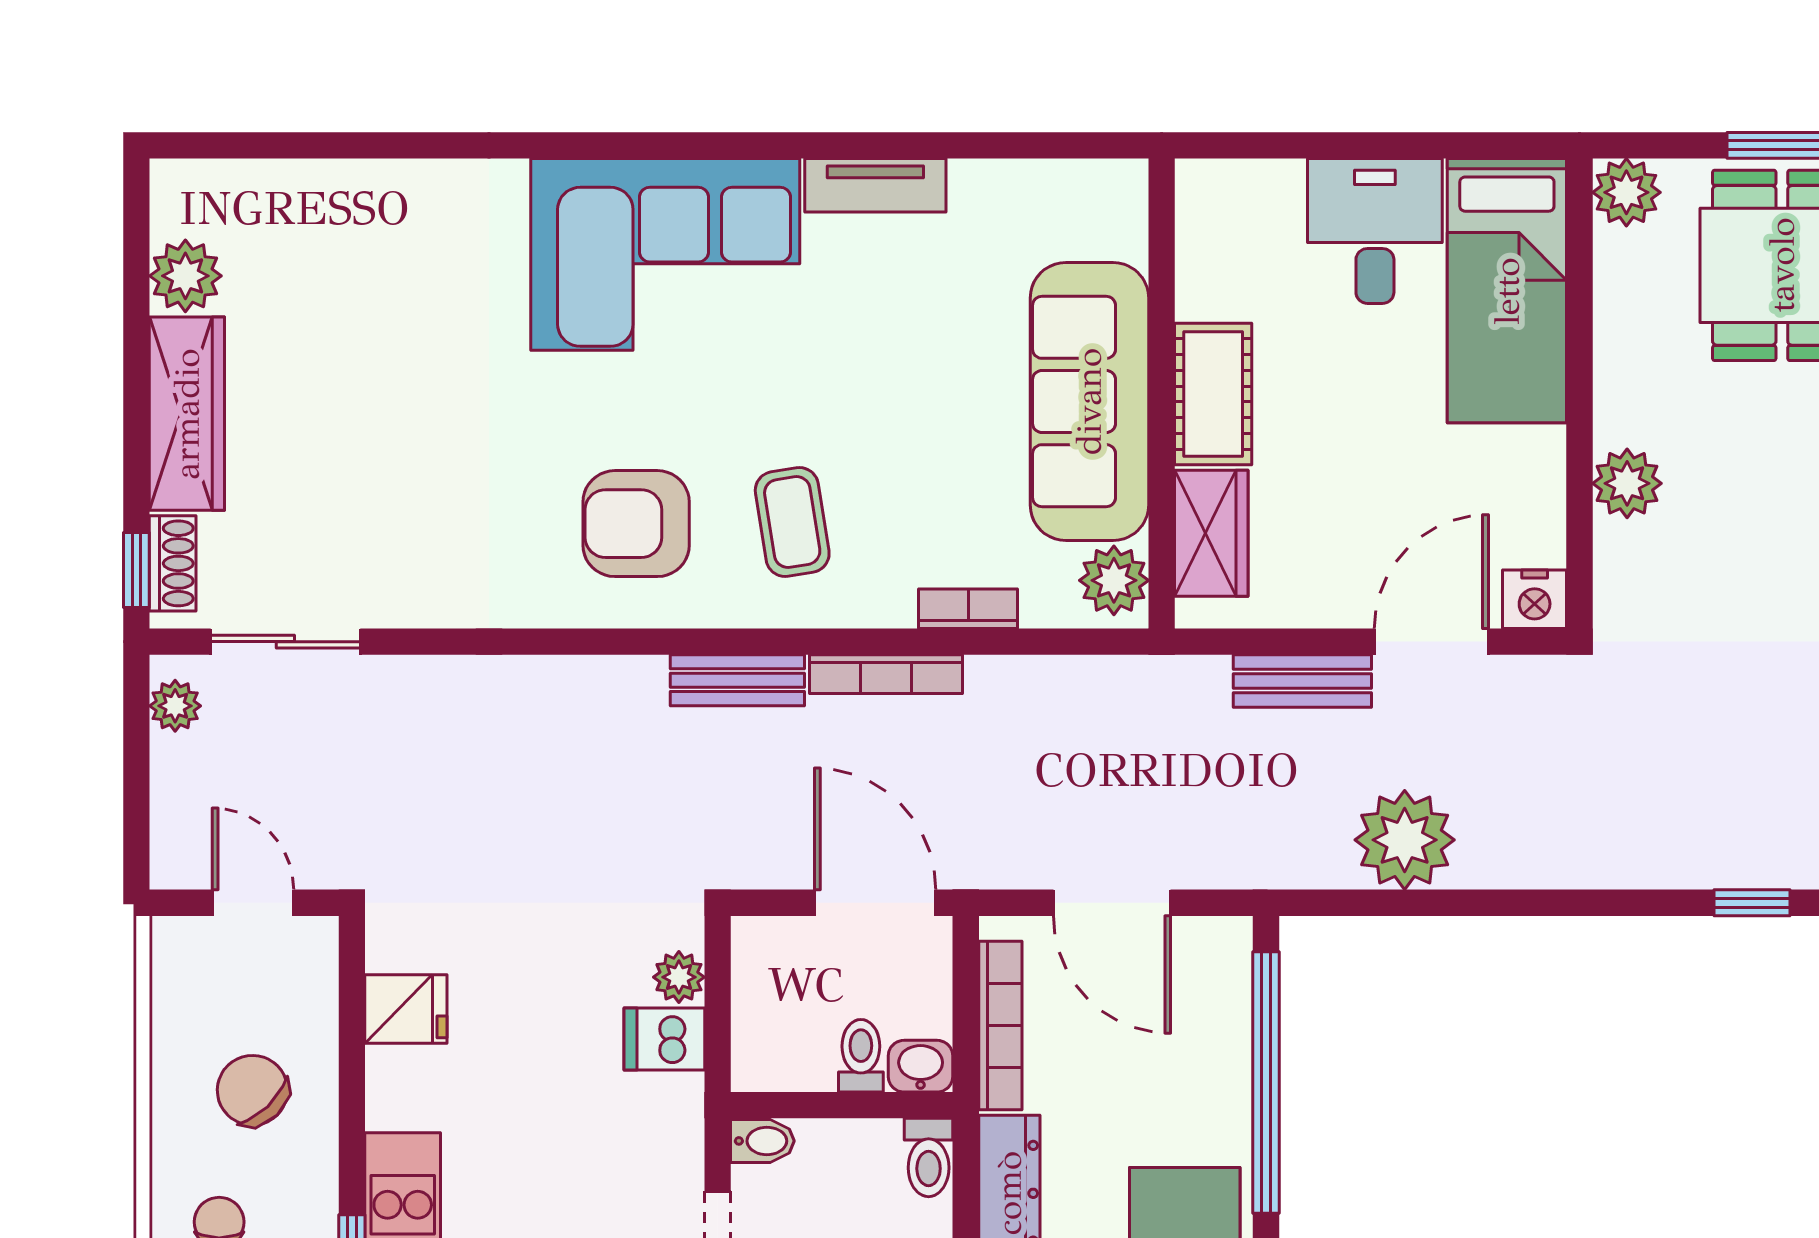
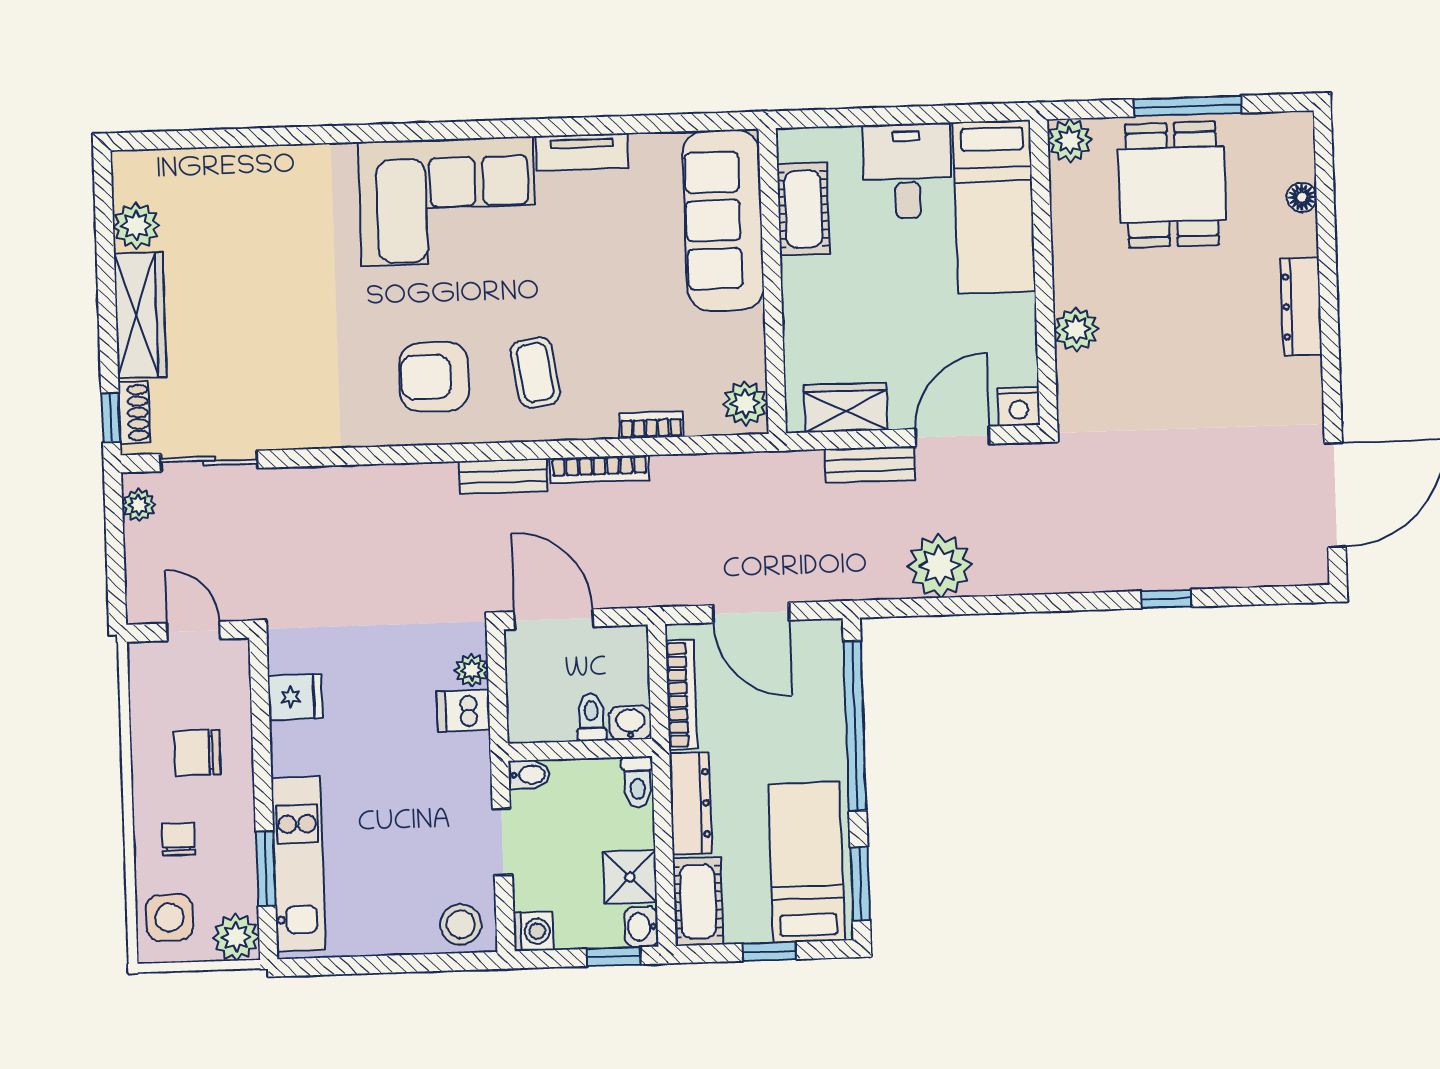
cot: (1213, 394) -> (803, 209), moved
sofa: (1089, 402) -> (723, 220), moved
wardrobe: (1211, 533) -> (846, 408), moved, turned -90
door: (875, 903) -> (554, 619), moved
chair: (252, 1090) -> (197, 753), turned -46

